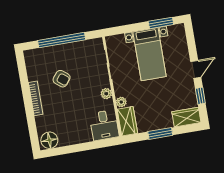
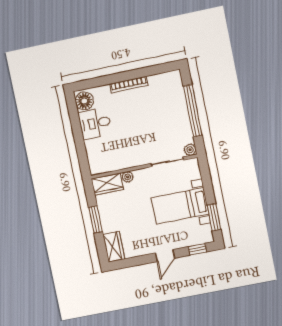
door: (196, 69) -> (165, 256), hinge flipped
armchair: (62, 79) -> (151, 112), removed
plant: (106, 94) -> (190, 150), moved
window: (200, 96) -> (197, 249), moved
desk: (104, 125) -> (95, 123), moved

